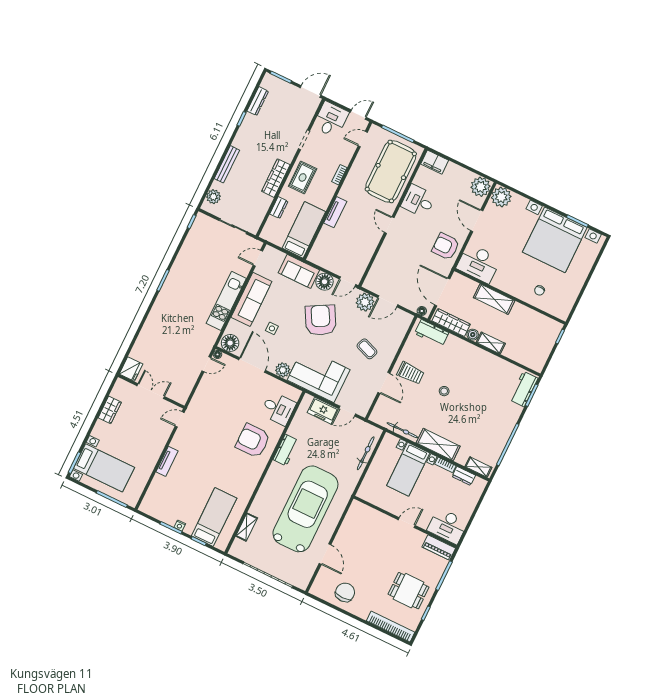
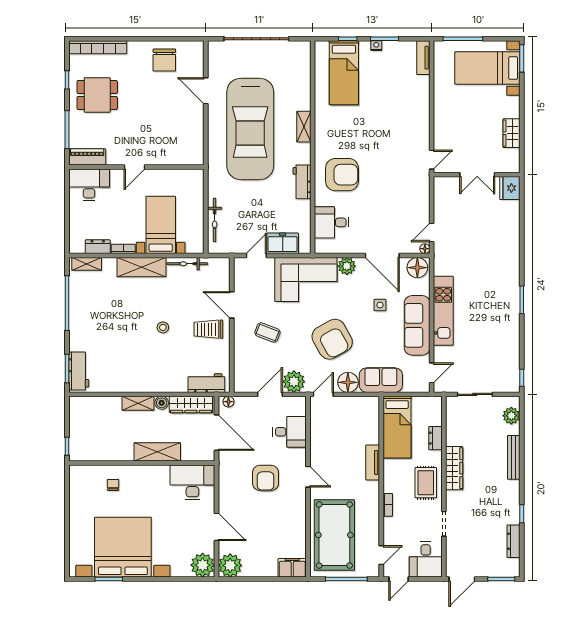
desk: (418, 201) -> (290, 432), moved
armchair: (446, 246) -> (266, 478), moved, turned 90
tv unit: (167, 461) -> (423, 58), moved
shelving: (247, 527) -> (304, 127), moved

